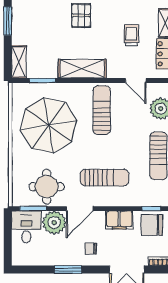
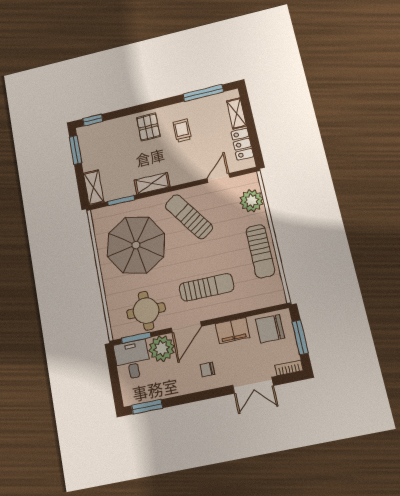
trolley: (131, 35) -> (182, 131), moved
shelving: (82, 69) -> (152, 183), width x0.67, depth x0.75
door: (136, 81) -> (218, 178), swing flipped
sun lounger: (102, 110) -> (189, 217), turned -35
window: (151, 209) -> (265, 310), removed
window: (68, 270) -> (147, 407), moved

